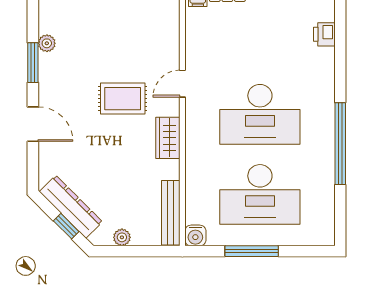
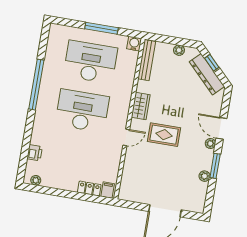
plant: (46, 97) -> (210, 143), added

